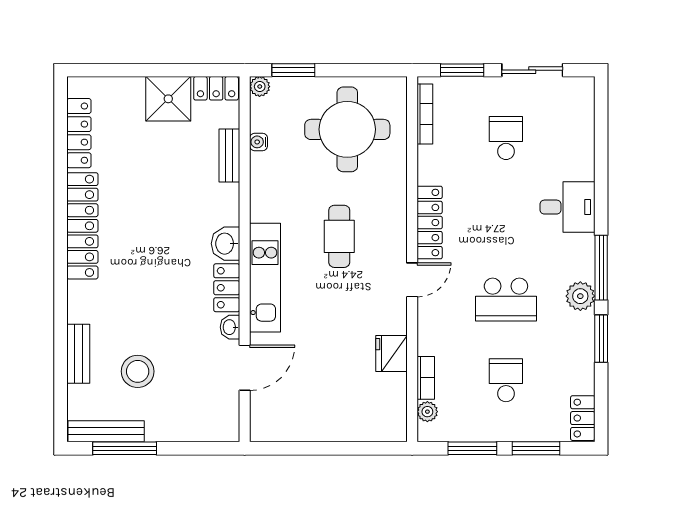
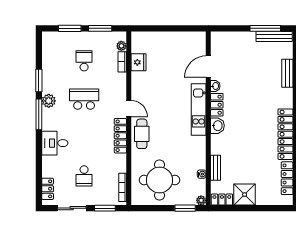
cafe table: (339, 236) -> (142, 134), moved
door: (412, 280) -> (129, 109), swing flipped
fridge: (391, 354) -> (139, 62), moved
stool: (138, 371) -> (259, 65), removed
school desk: (506, 380) -> (84, 61), turned 180
locker: (583, 418) -> (48, 189), moved

